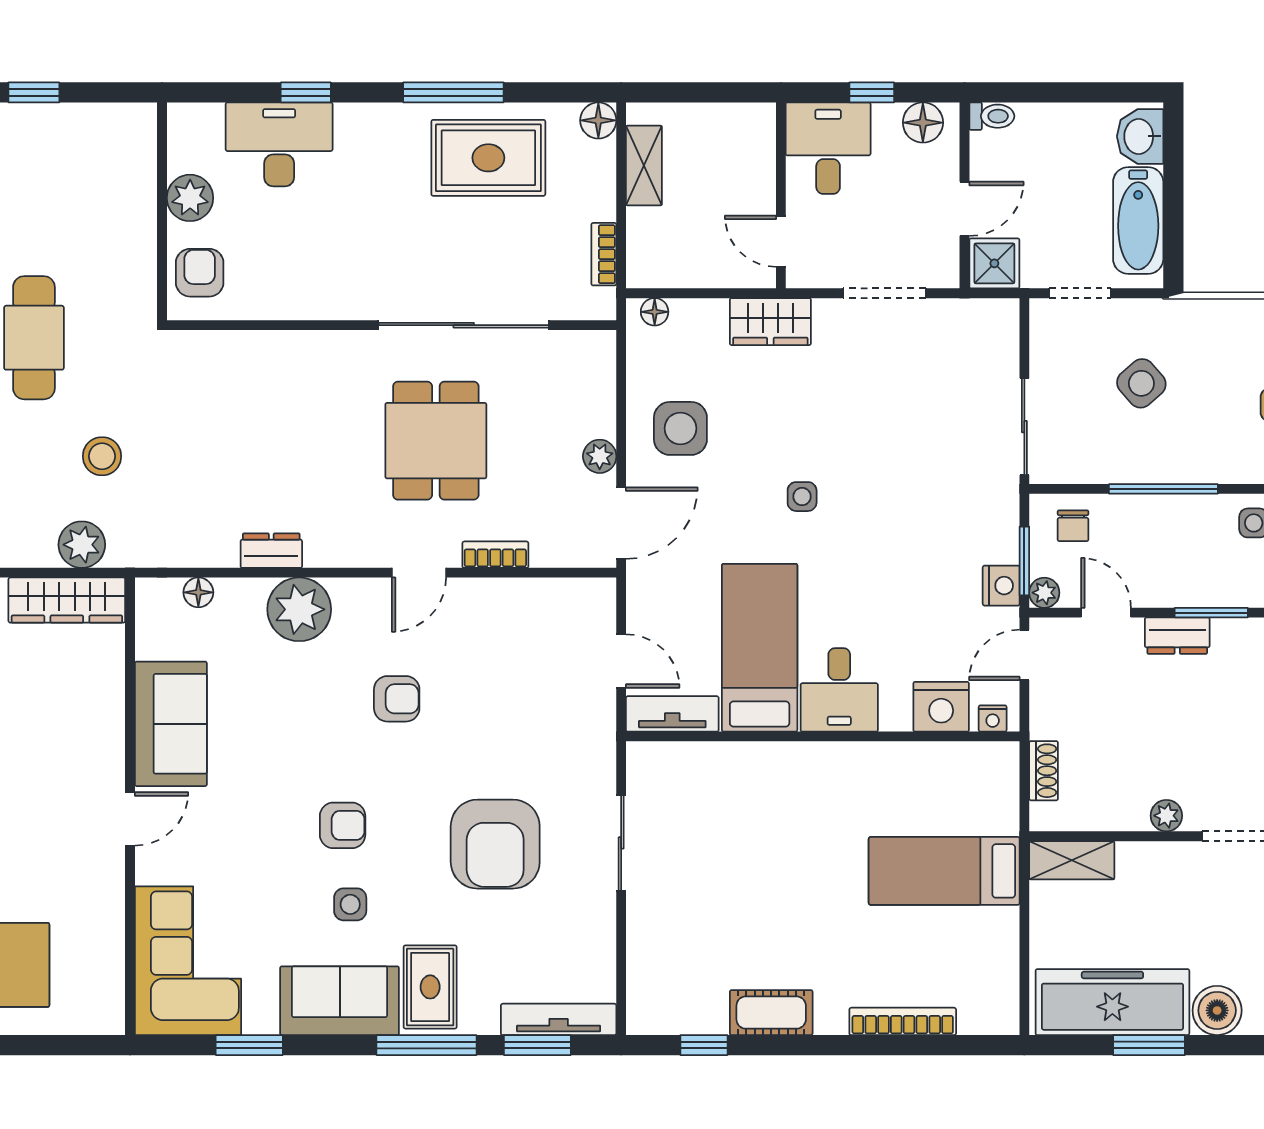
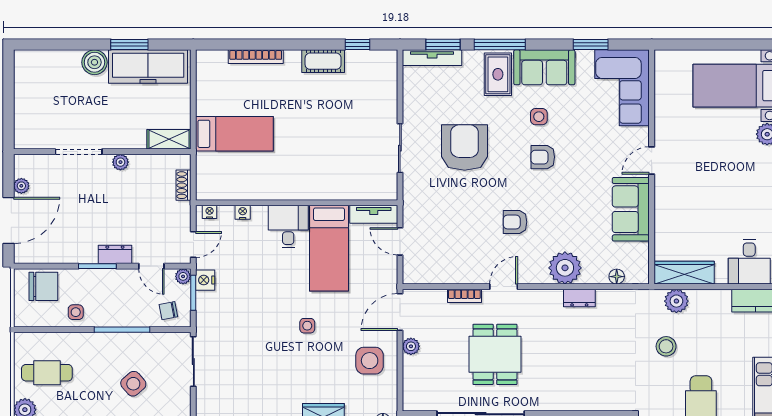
chair: (1073, 526) -> (168, 311), turned -101
nightstand: (941, 707) -> (243, 212), width x0.53, depth x0.56

